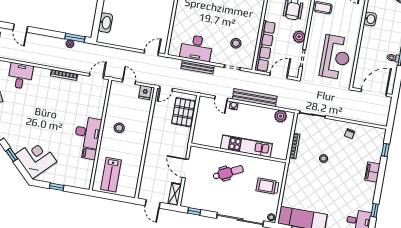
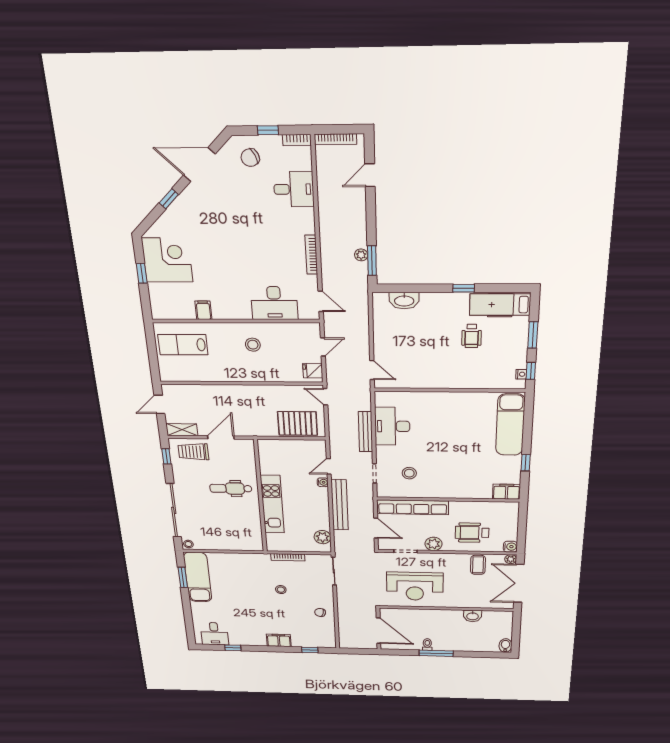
desk: (88, 132) -> (274, 303), moved
corner desk: (36, 158) -> (167, 260), moved, turned -45
dental chair: (228, 173) -> (231, 488), turned 116
trolley: (267, 186) -> (193, 452), moved, turned -90

